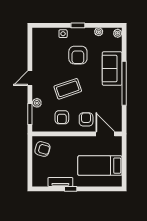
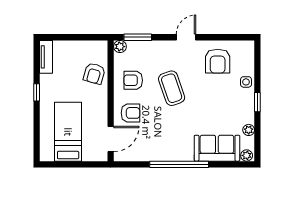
armchair: (78, 55) -> (218, 61), moved, turned -90
sofa: (112, 69) -> (217, 148), moved
door: (30, 78) -> (186, 37), hinge flipped
plant: (37, 103) -> (120, 47), moved
armchair: (42, 149) -> (94, 74), moved
tv unit: (60, 182) -> (46, 57), moved

